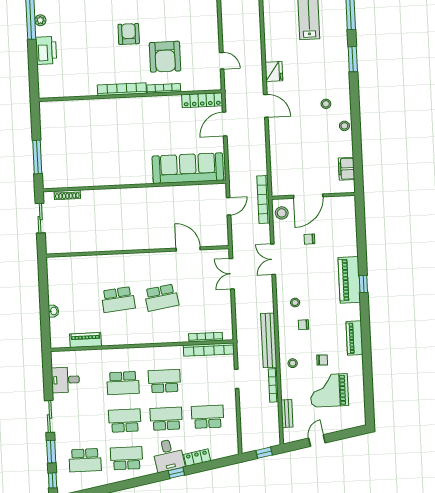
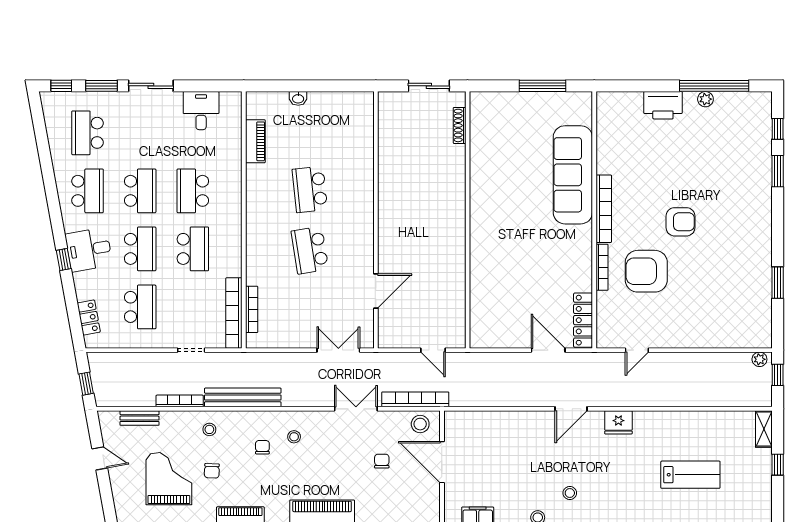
window: (37, 157) -> (543, 86), moved
sofa: (188, 168) -> (573, 175), moved, turned 180
bookcase: (263, 200) -> (415, 399), moved
locker: (197, 458) -> (89, 317), moved

